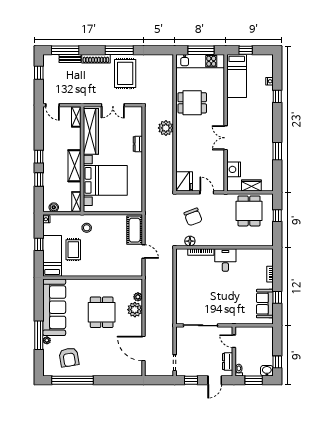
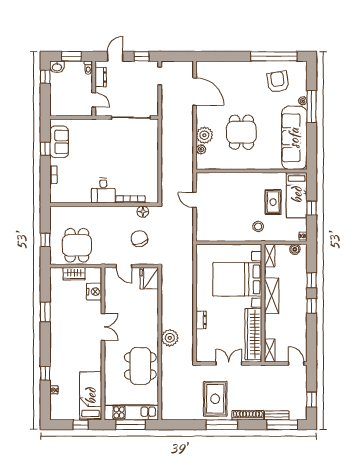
dining table: (192, 103) -> (140, 366), width x1.38
cot: (135, 230) -> (205, 224), removed

